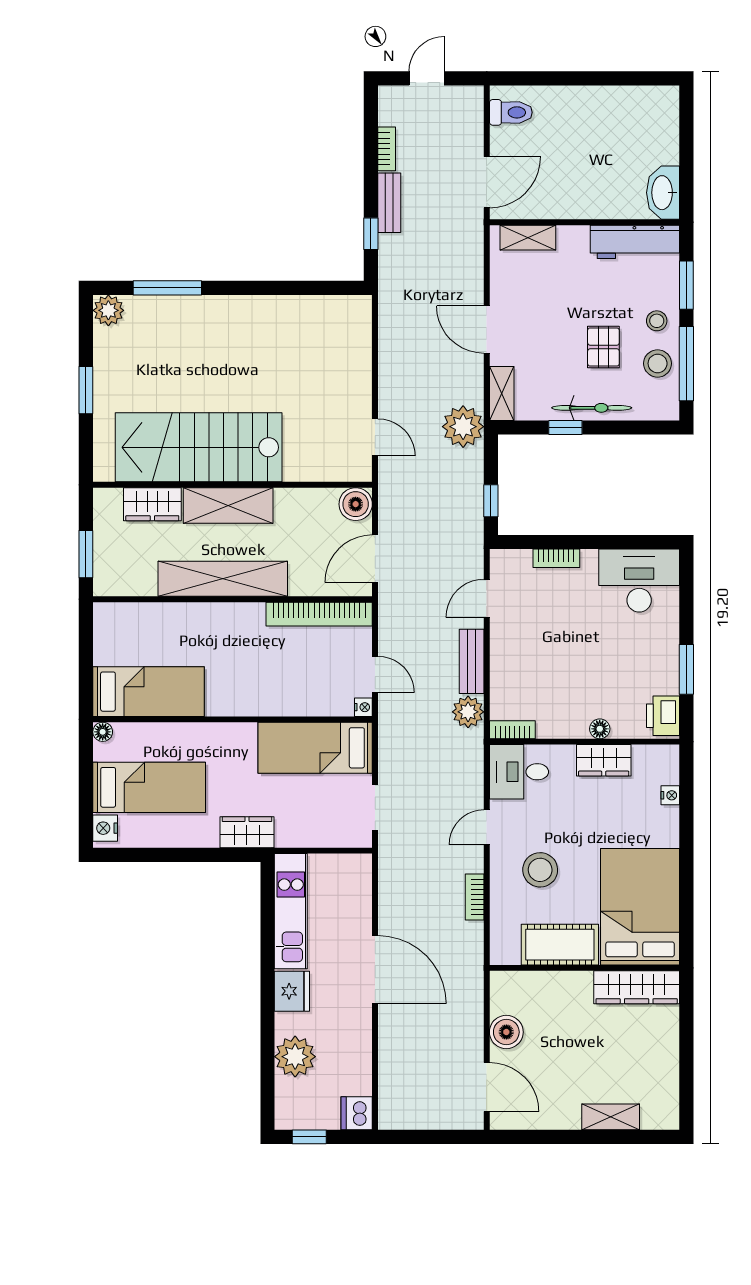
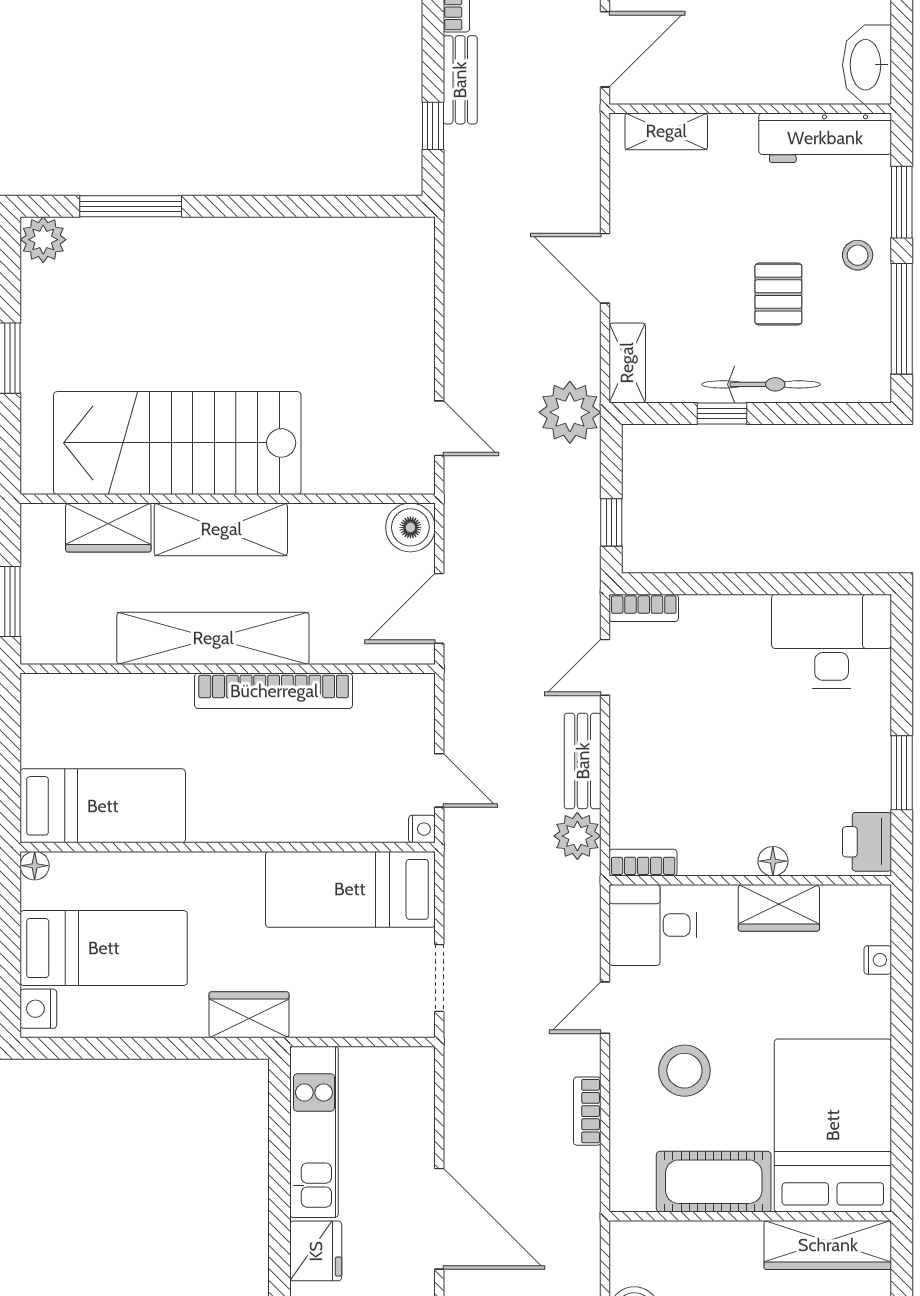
stool: (658, 363) -> (859, 319), removed
bookcase: (556, 558) -> (644, 608), moved
bookcase: (319, 614) -> (274, 691), moved

